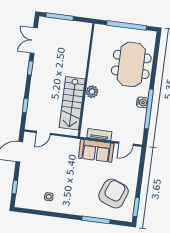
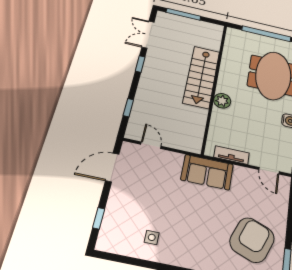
stairs: (72, 103) -> (201, 77), moved
door: (43, 133) -> (151, 145), swing flipped
door: (126, 144) -> (269, 171), hinge flipped
sofa: (96, 151) -> (207, 172), moved

